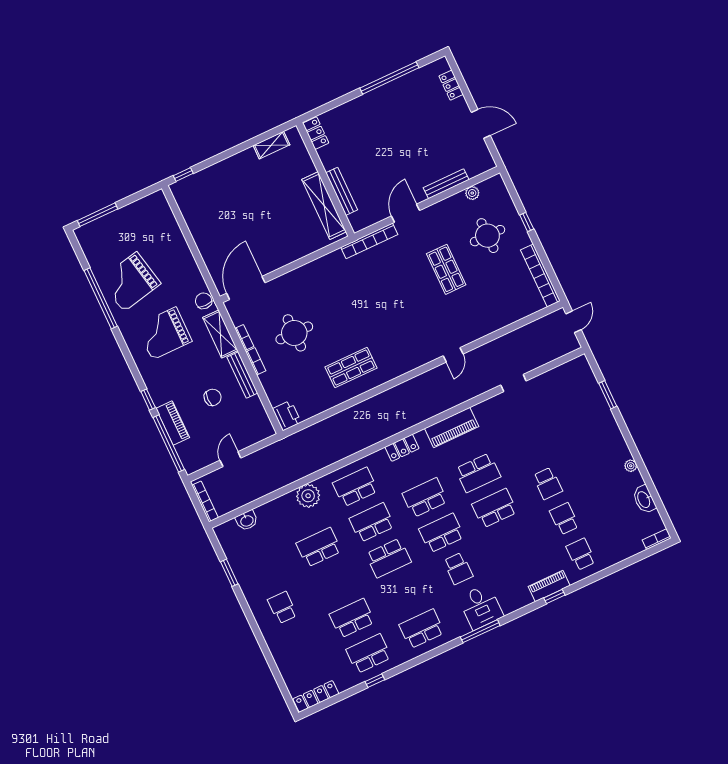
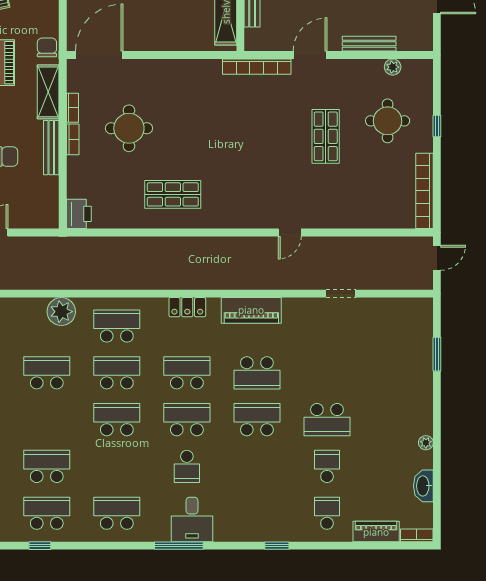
school desk: (548, 483) -> (327, 420), width x1.85
school desk: (388, 558) -> (117, 420), turned 180
piano: (549, 586) -> (376, 532), moved

